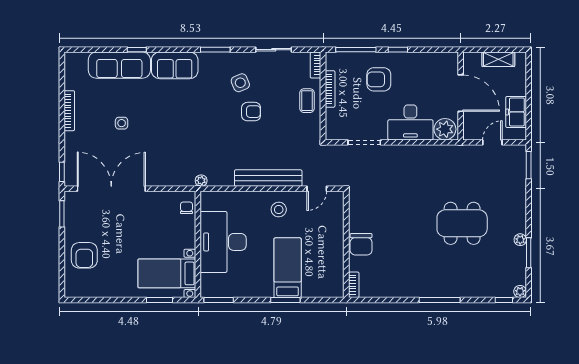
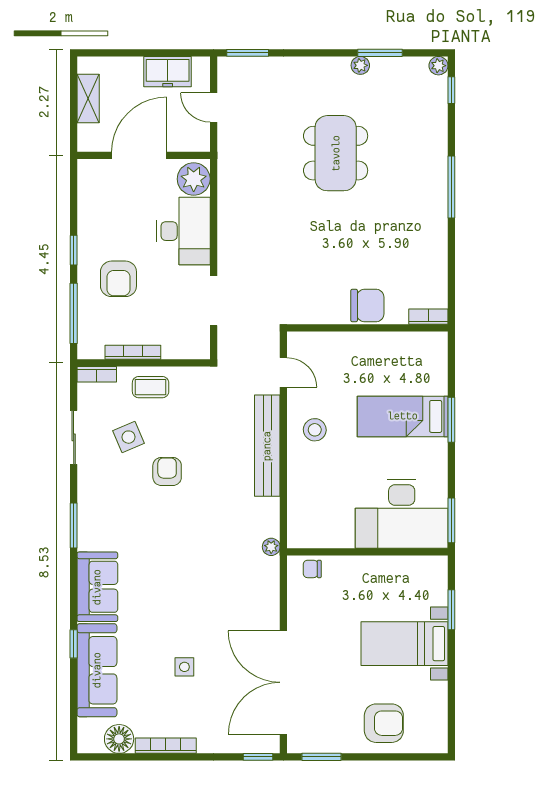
floor lamp: (74, 80) -> (119, 739), added
side table: (240, 83) -> (129, 437), moved
desk: (223, 242) -> (402, 514), moved
bed with nightstands: (167, 273) -> (404, 644), moved, turned 90

